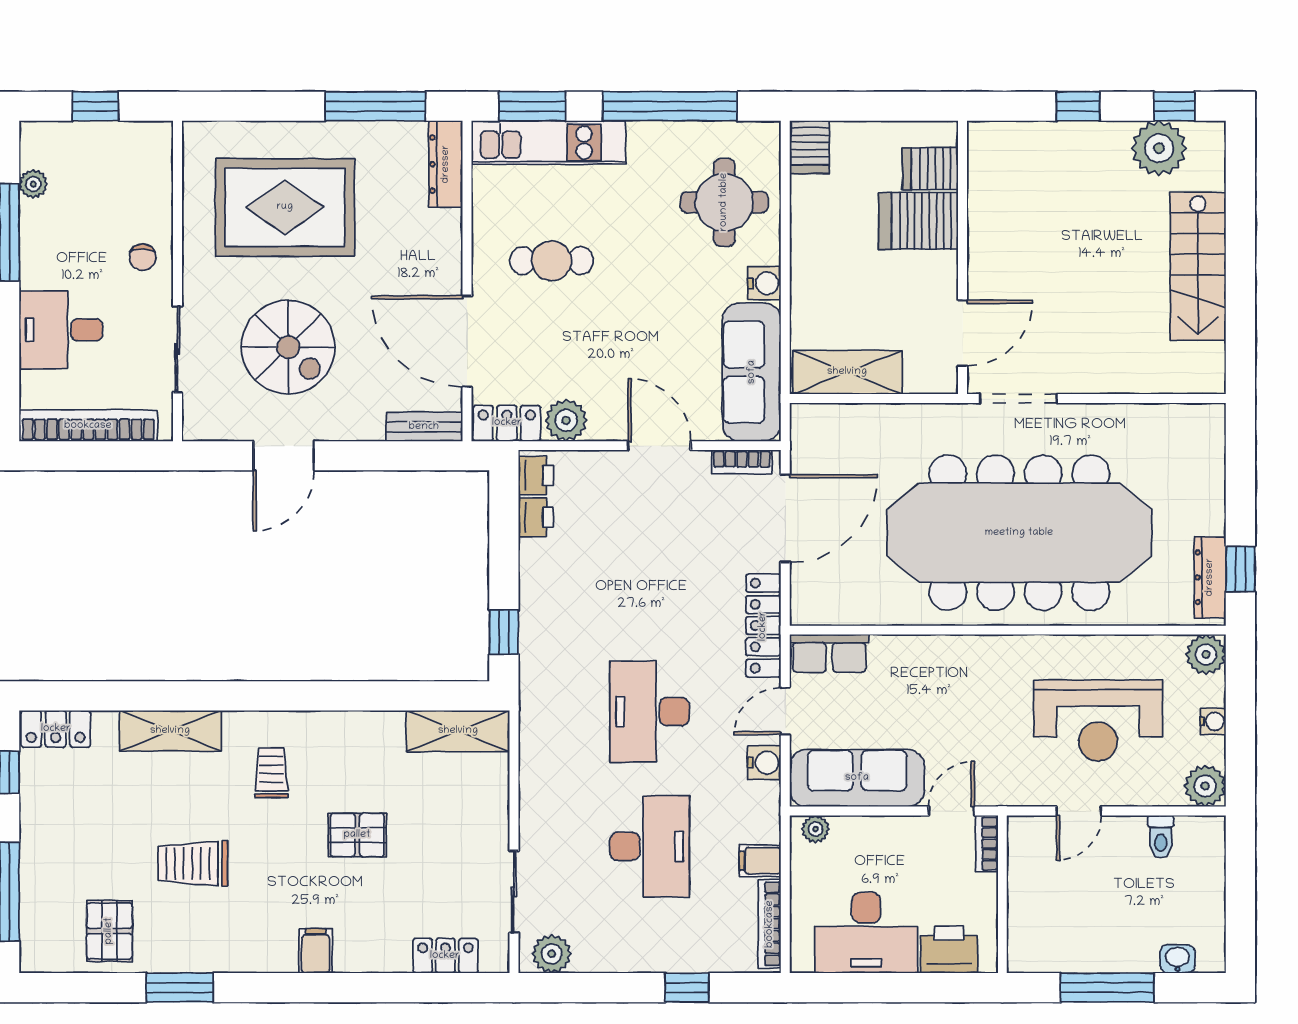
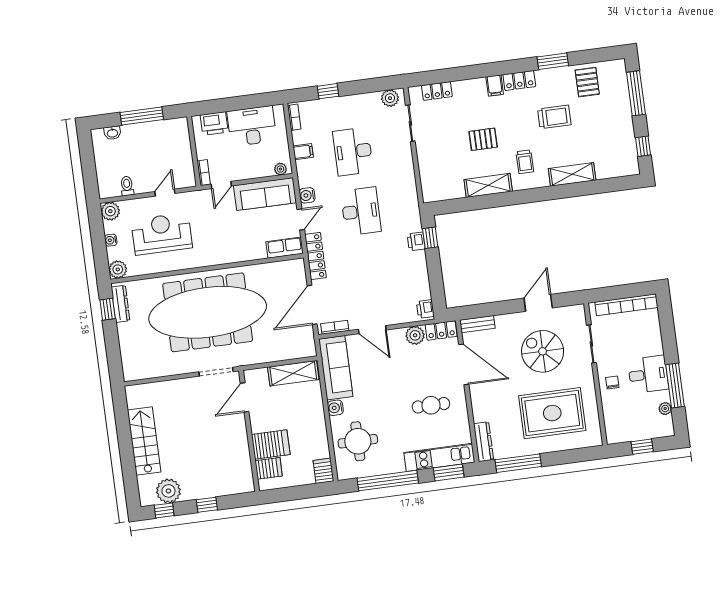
desk: (61, 330) -> (648, 374), moved
printer: (536, 517) -> (416, 241), moved
locker: (56, 729) -> (519, 80), moved, turned 180
shelving: (458, 731) -> (488, 185), moved
bookcase: (770, 924) -> (294, 117), width x0.64

